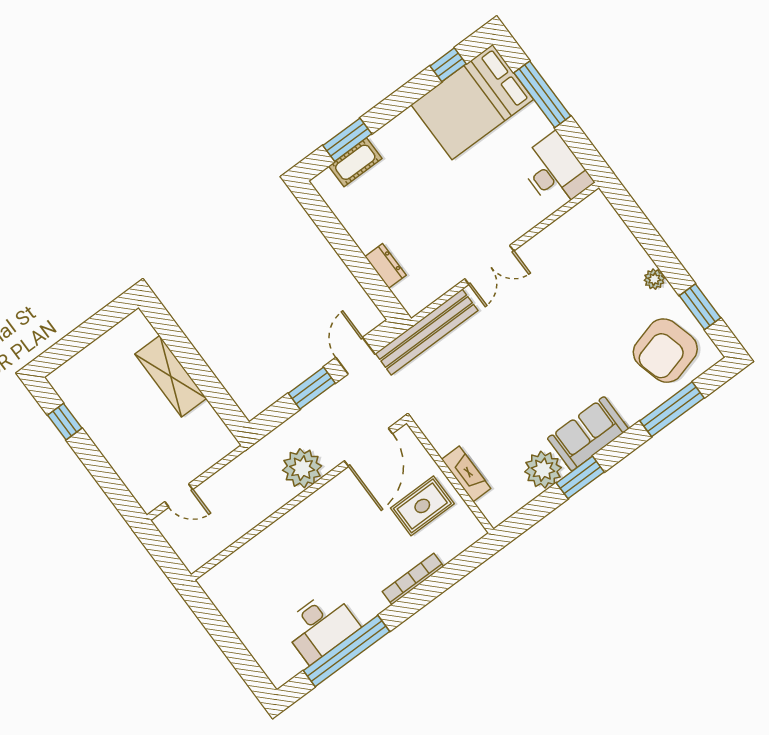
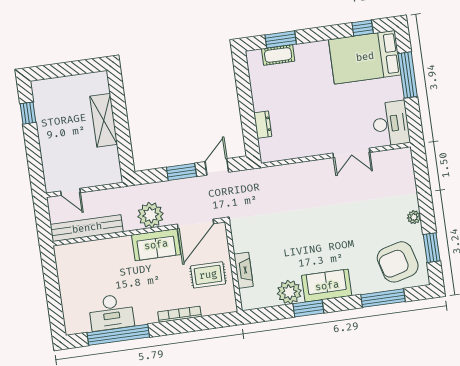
double door: (489, 265) -> (351, 153), moved
bench: (427, 332) -> (87, 228), moved
sofa: (331, 504) -> (156, 245), added

